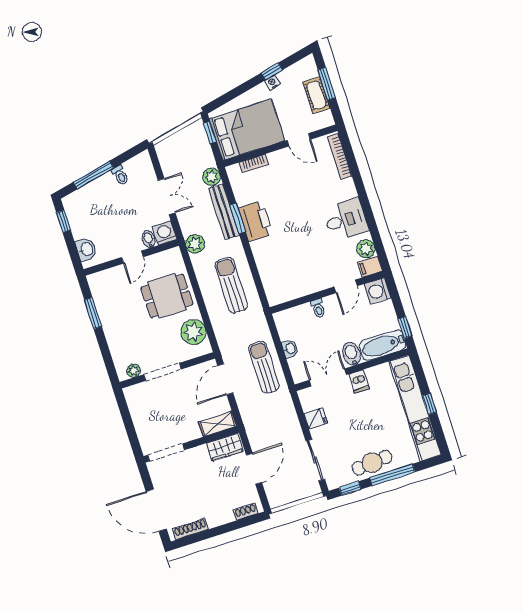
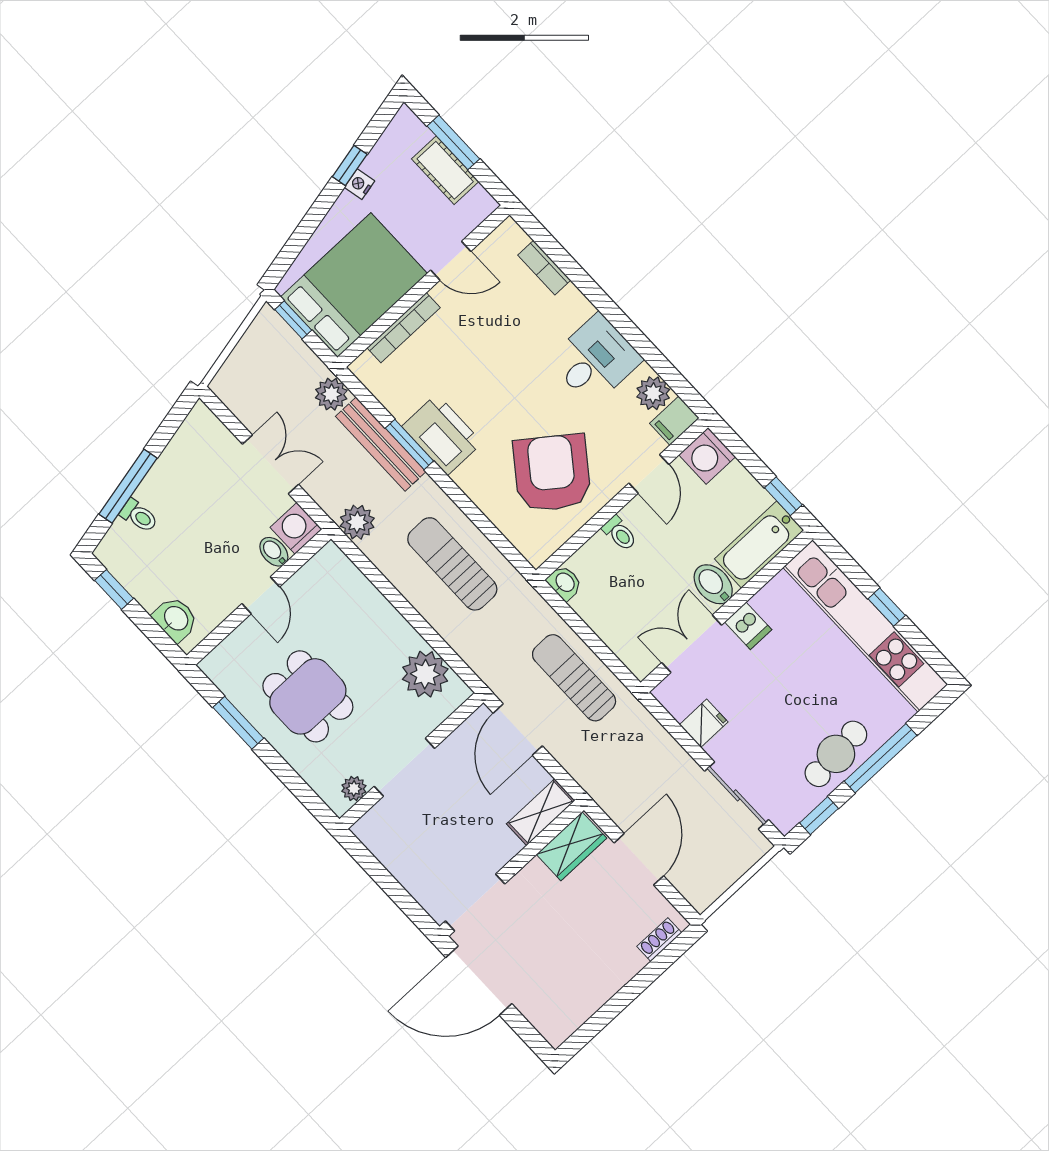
bookcase: (340, 156) -> (544, 268), width x0.64
bookcase: (254, 164) -> (404, 328), width x1.56
toilet: (120, 175) -> (139, 516), moved
armchair: (299, 264) -> (552, 473), added
dining table: (167, 296) -> (308, 696), moved, turned 90
washbasin: (290, 349) -> (565, 583), moved
door: (156, 510) -> (479, 981), moved
shoe rack: (190, 529) -> (579, 1014), removed

